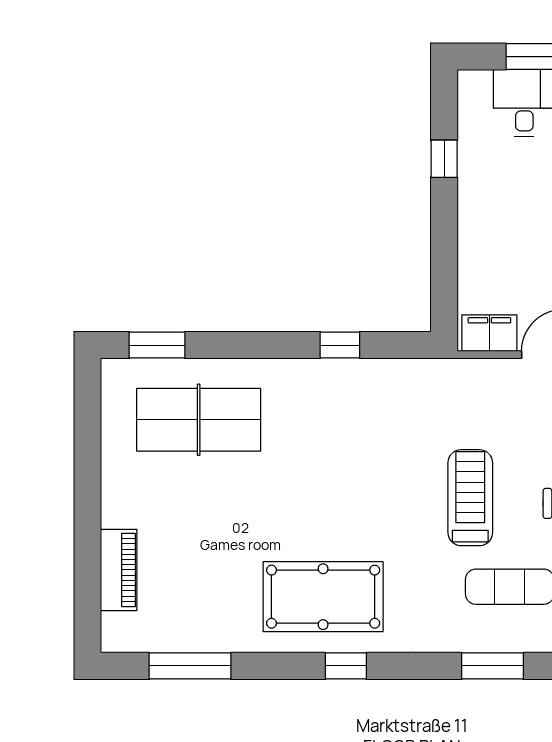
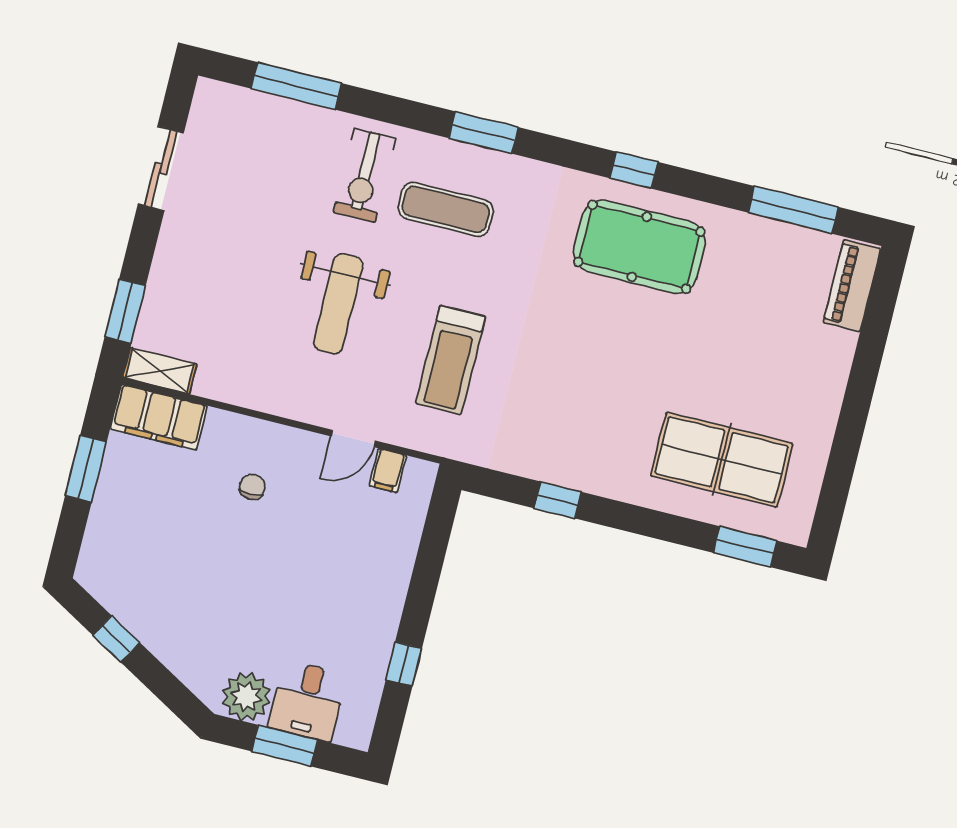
filing cabinet: (489, 333) -> (388, 471), width x0.50
treadmill: (470, 498) -> (451, 360), moved
piano: (119, 570) -> (852, 286), moved

